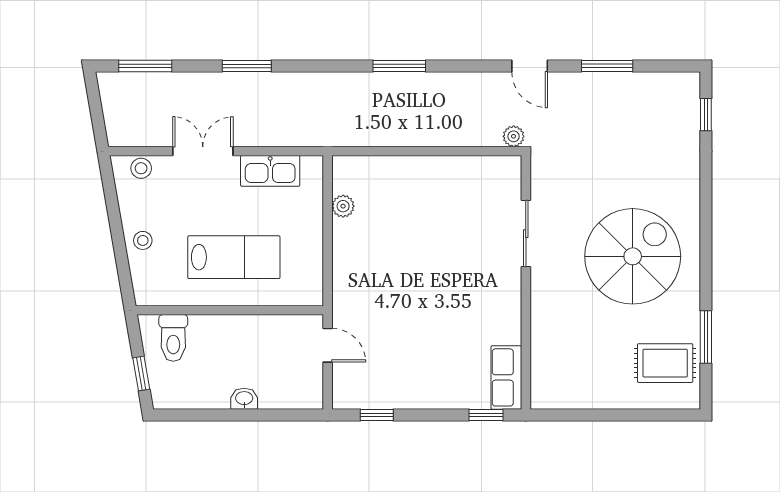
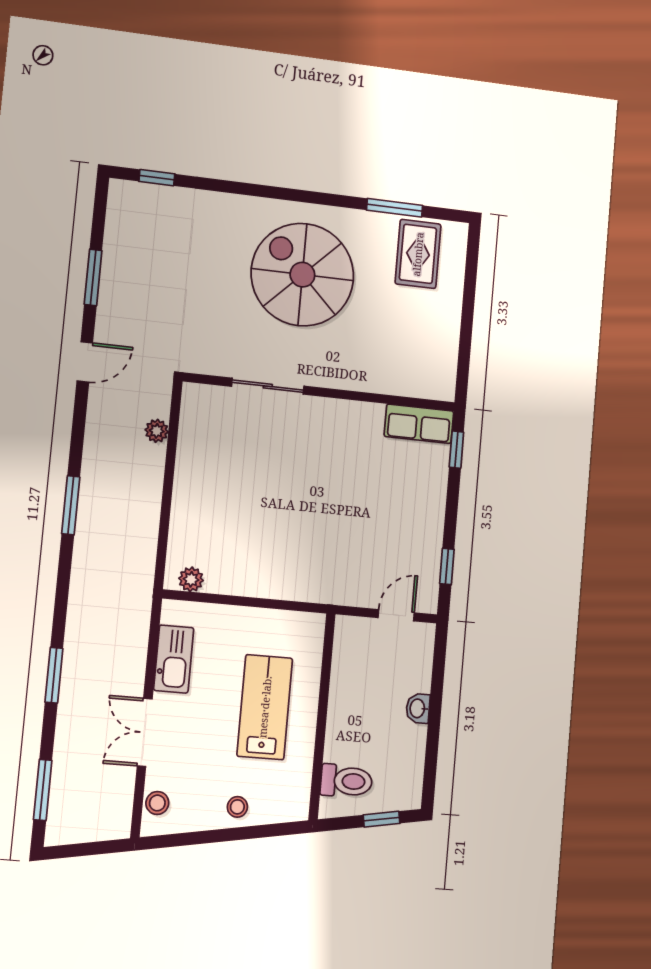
plant: (514, 136) -> (157, 431), moved
plant: (343, 206) -> (191, 579), moved
door: (328, 345) -> (396, 615), moved

